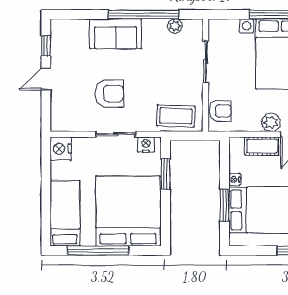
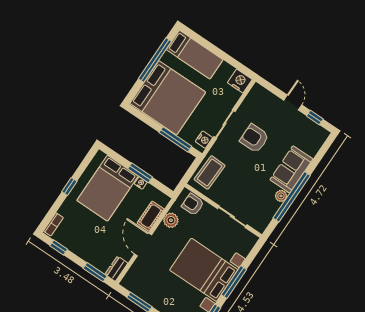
plant: (175, 26) -> (281, 196), moved
armchair: (110, 94) -> (254, 138), turned 90
armchair: (220, 111) -> (193, 204), turned 90
plant: (271, 122) -> (171, 220), moved
window: (166, 174) -> (175, 139), width x1.44
window: (225, 205) -> (140, 173), moved

